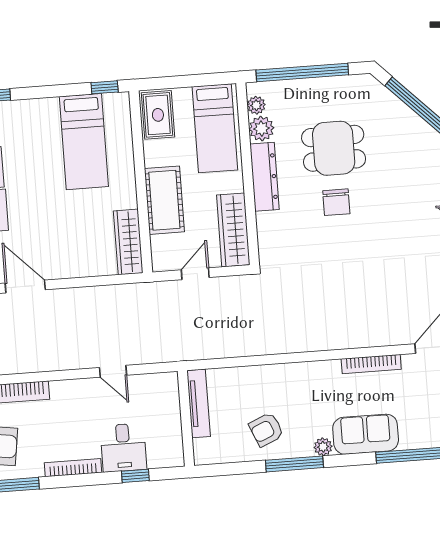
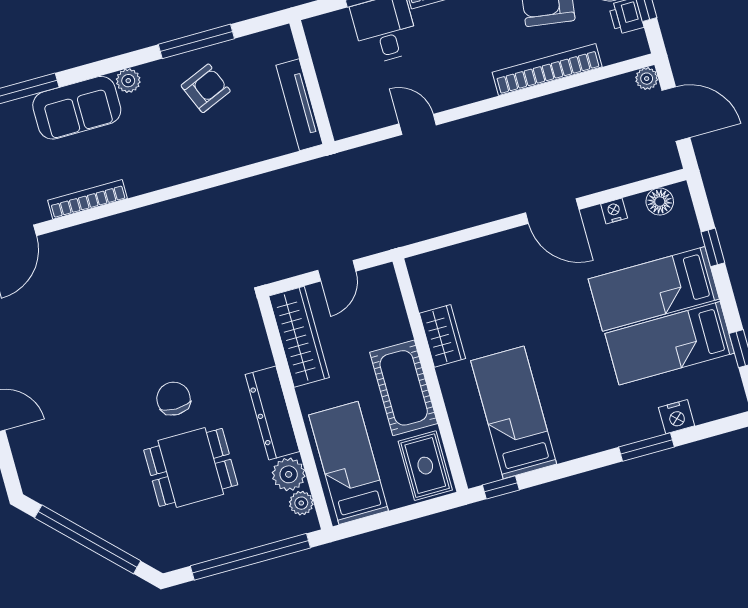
cot: (164, 200) -> (404, 388), moved
wardrobe: (128, 242) -> (443, 336), moved, width x0.67
window: (294, 464) -> (196, 41), moved

